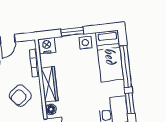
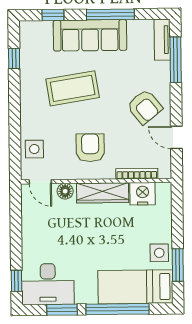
window: (72, 32) -> (178, 265), moved
nightstand: (47, 46) -> (143, 194), moved, turned -90
armchair: (20, 96) -> (90, 148), turned 39

